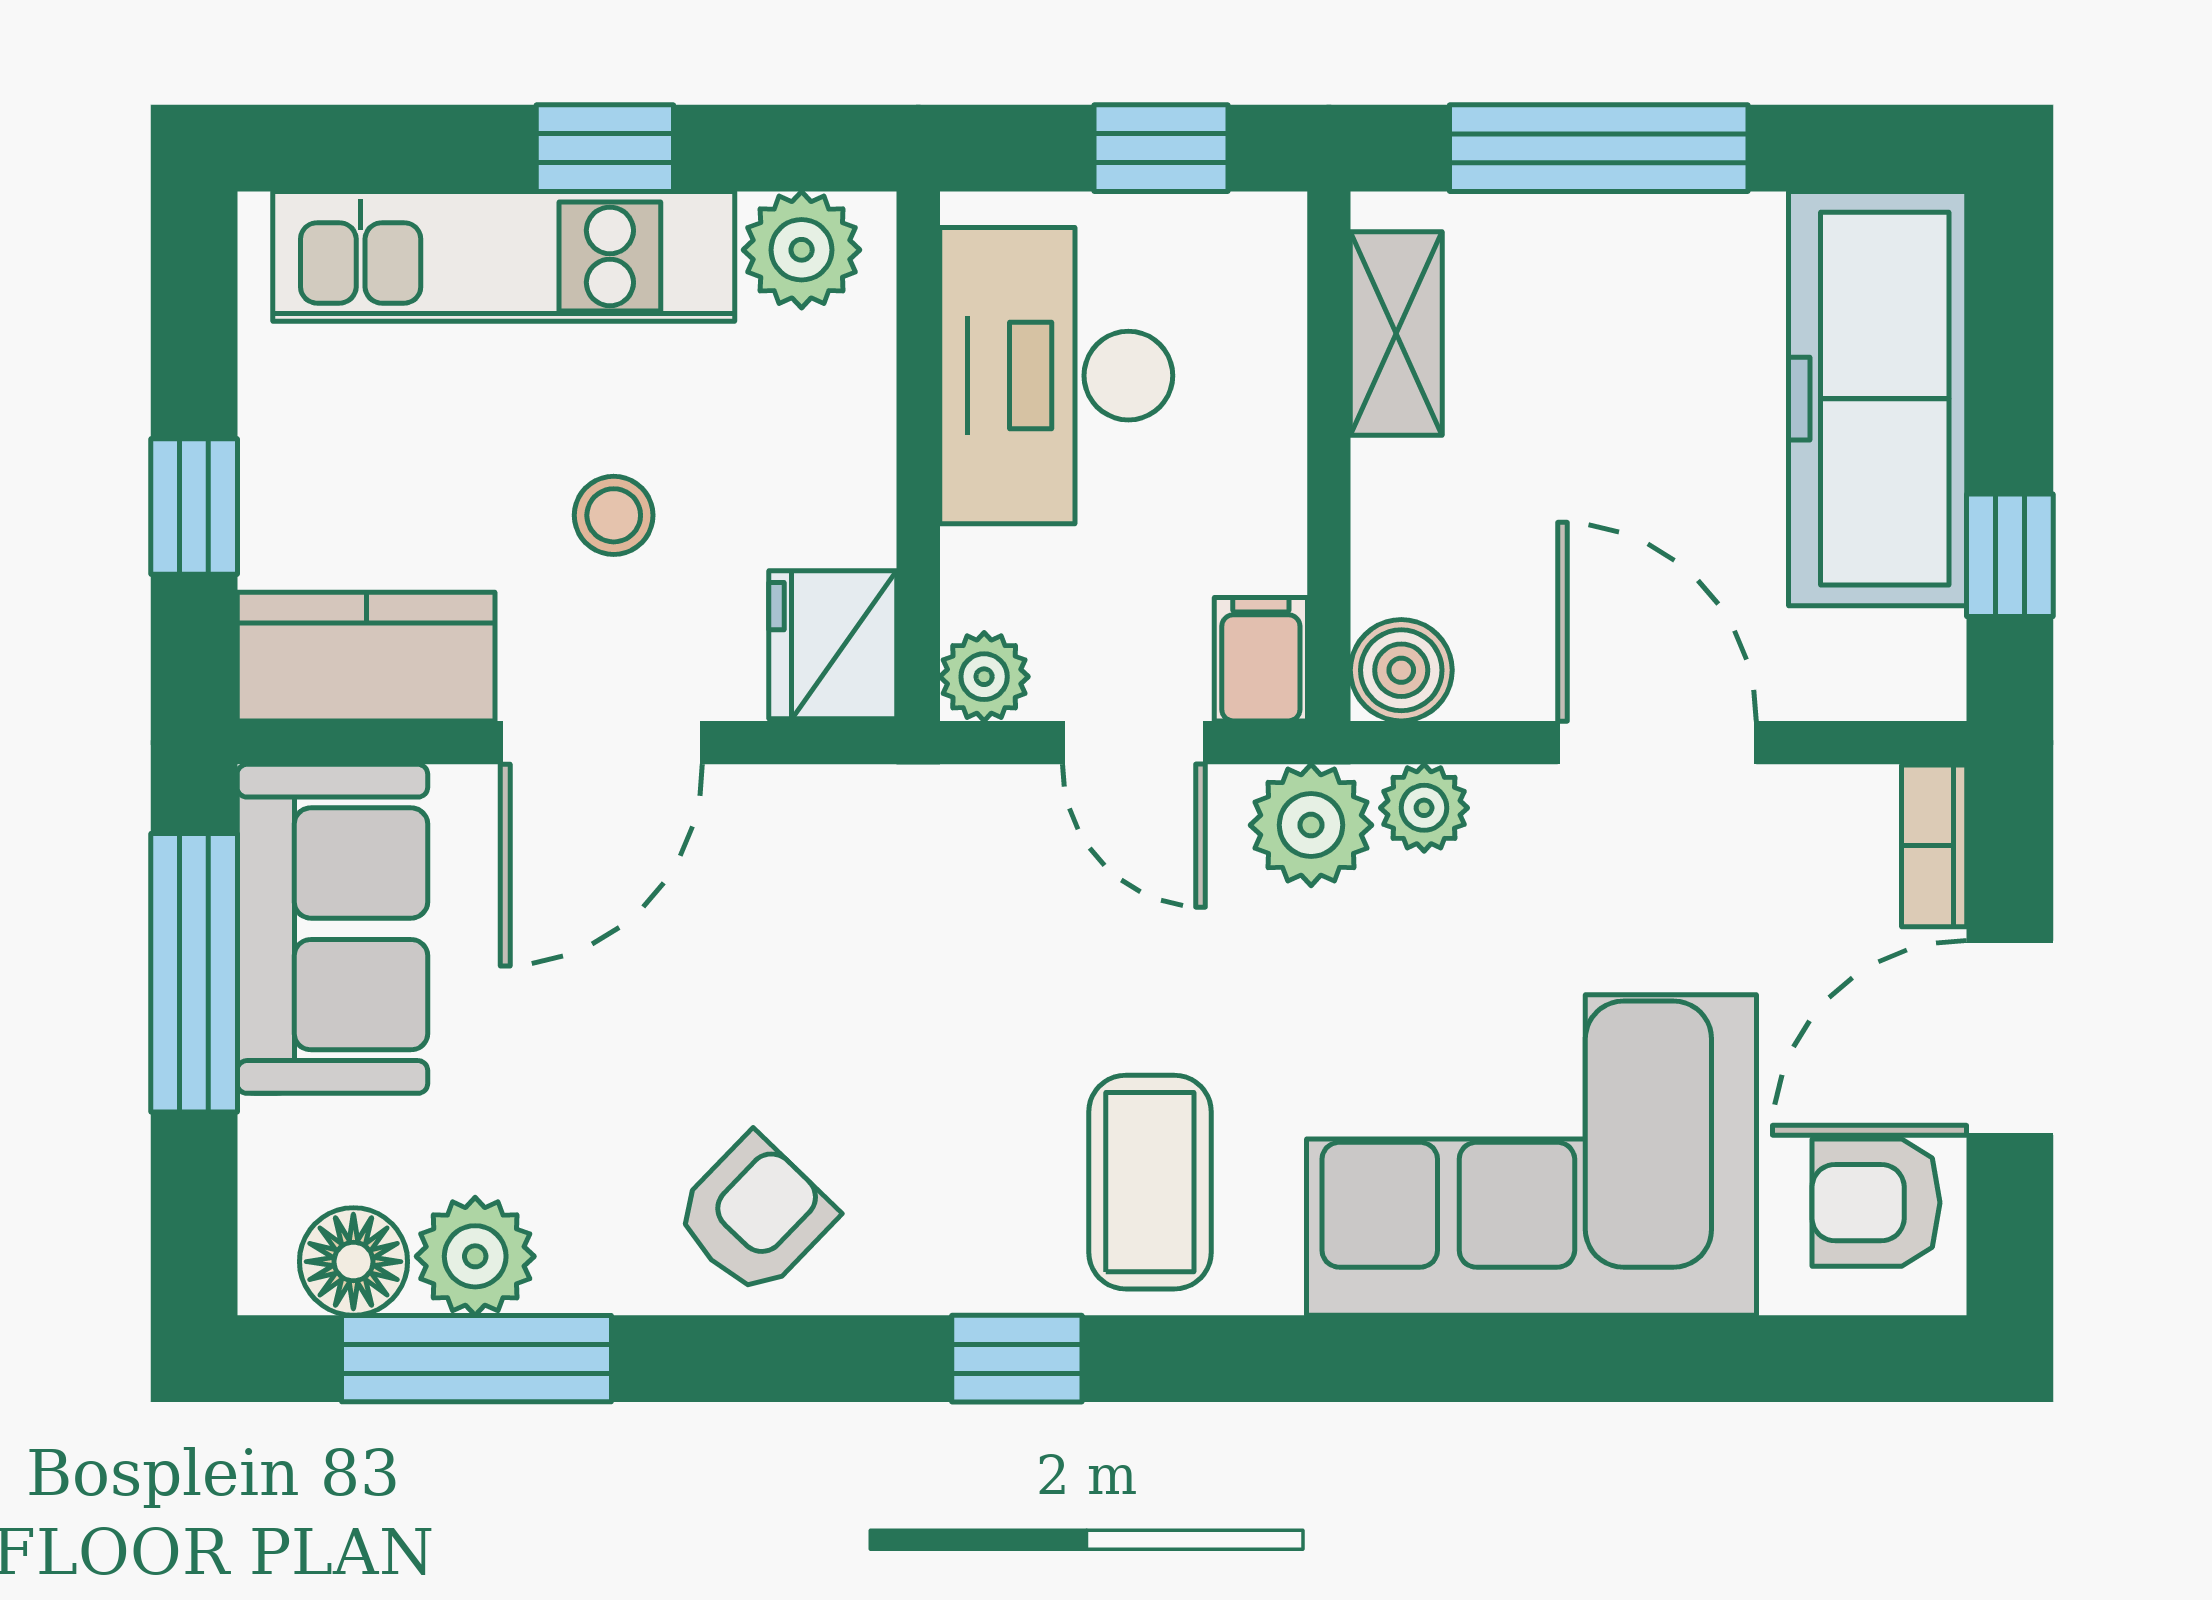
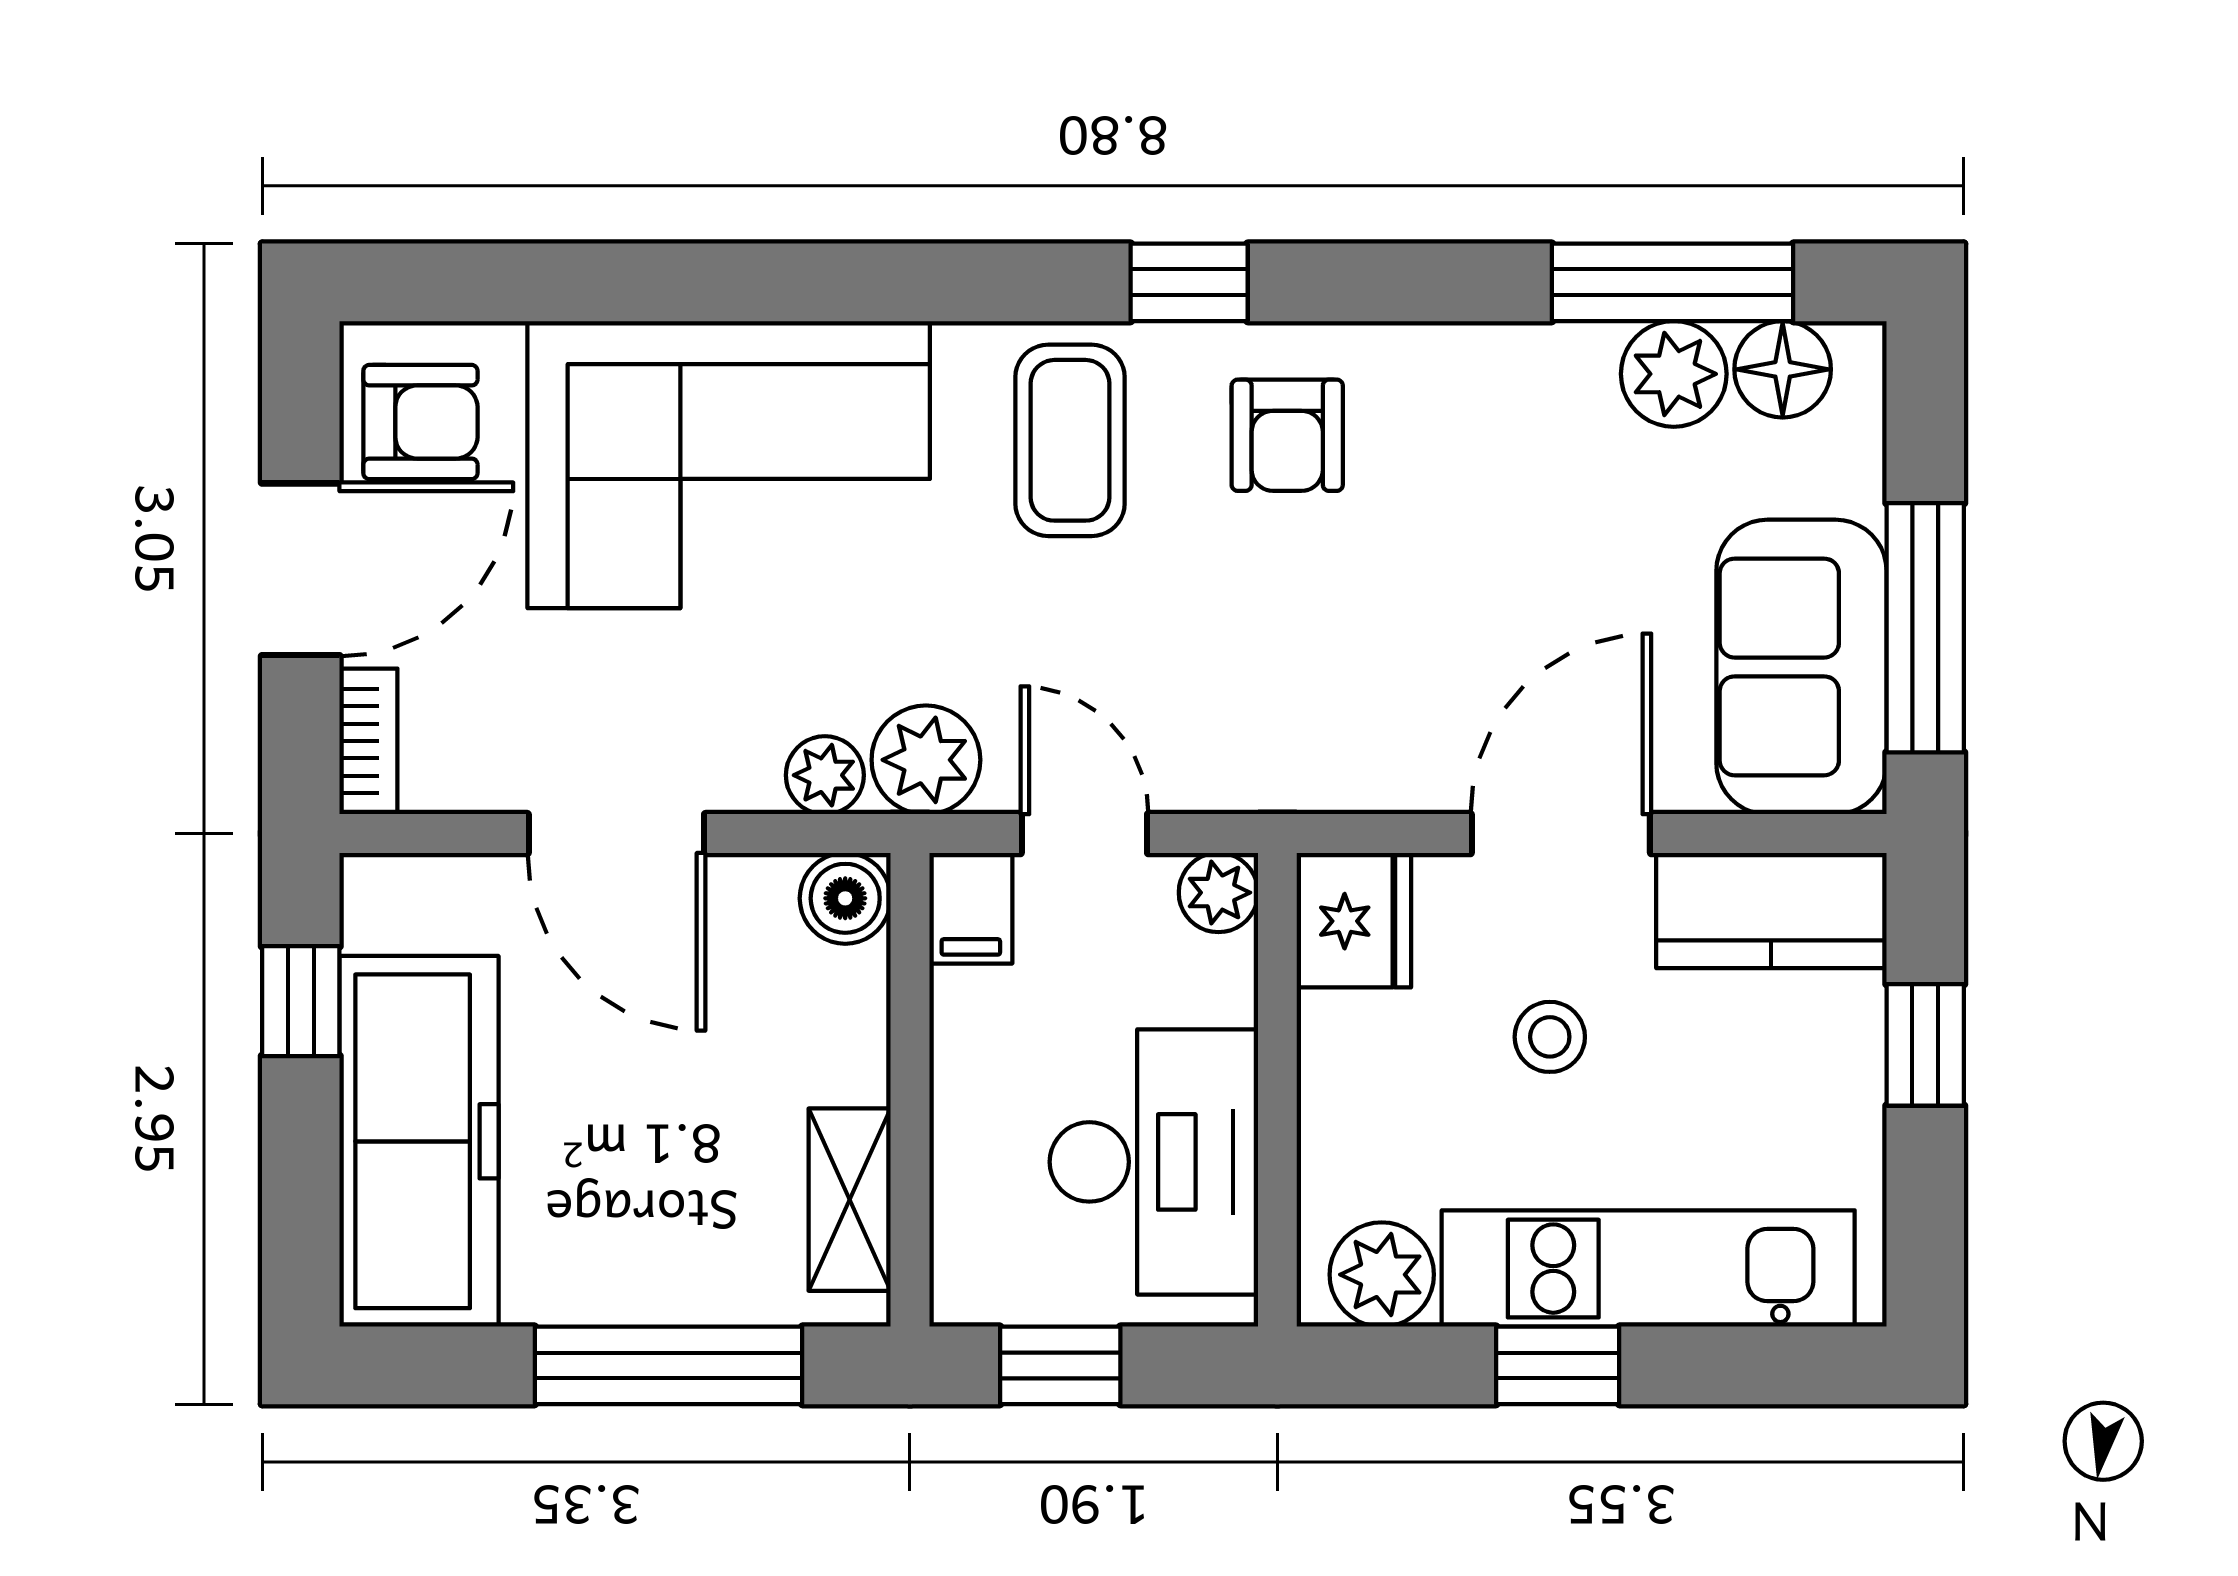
armchair: (755, 1215) -> (1287, 435), moved, turned -44

